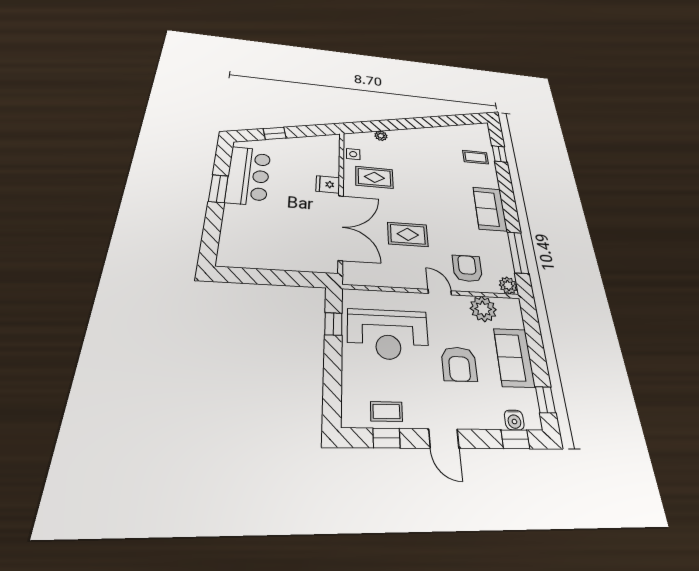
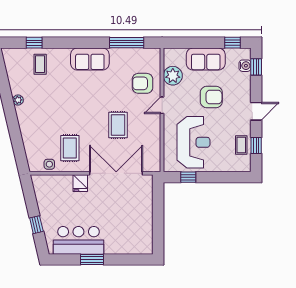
plant: (381, 136) -> (18, 100), moved
plant: (508, 285) -> (154, 55), removed

